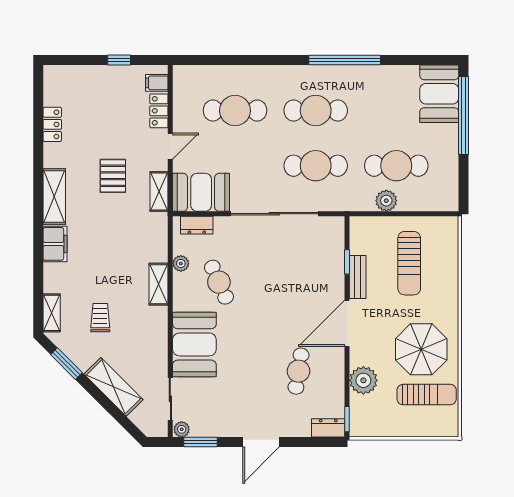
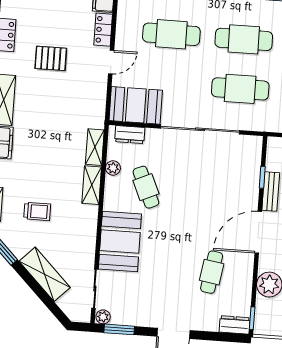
pallet: (113, 176) -> (51, 58), moved, turned 90
shelving: (159, 191) -> (95, 147), moved
trolley: (100, 318) -> (37, 211), turned 90

